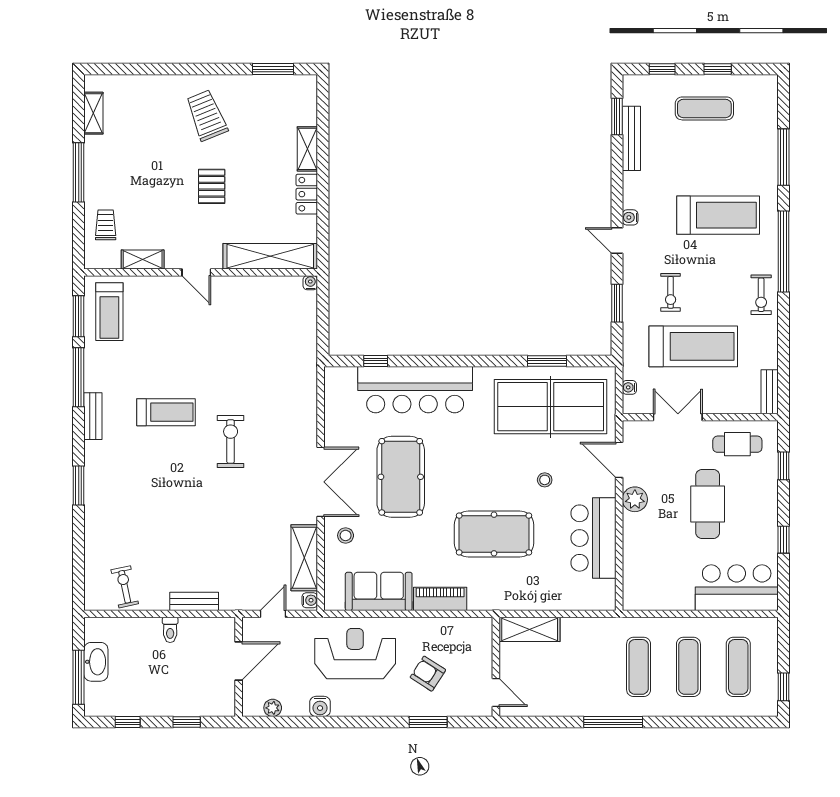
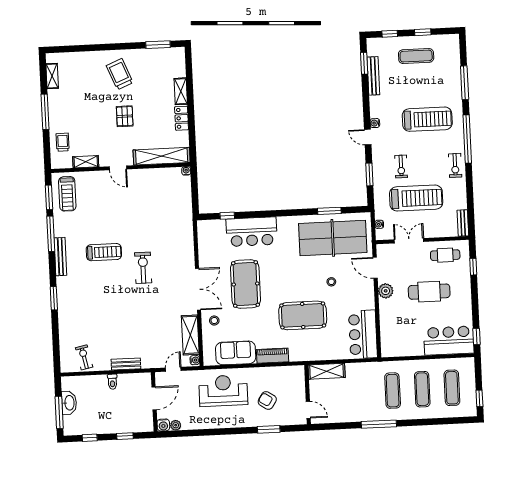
bar counter: (415, 390) -> (252, 232), width x0.73
bench: (93, 416) -> (60, 257), width x1.36
cafe table: (708, 504) -> (429, 292), turned 90
bar counter: (593, 538) -> (363, 334), moved
window: (783, 540) -> (476, 337), moved
water cooler: (320, 706) -> (163, 425), moved

